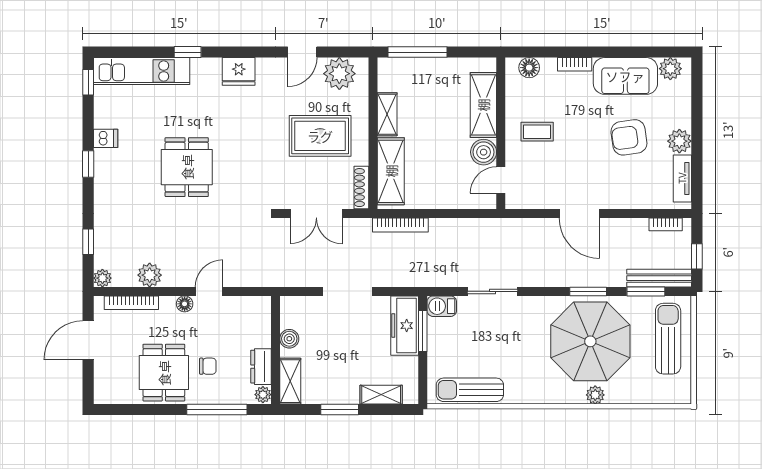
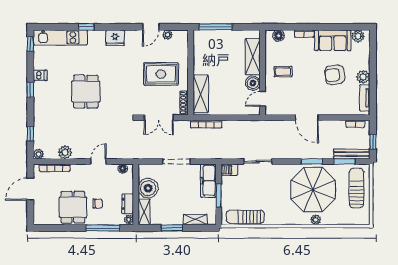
plant: (339, 74) -> (167, 35), width x0.53, depth x0.53
shelving: (387, 114) -> (199, 62), removed
floor lamp: (185, 304) -> (123, 169), moved
window: (423, 331) -> (219, 196), moved
boiler: (289, 339) -> (148, 188), width x1.86, depth x1.86

